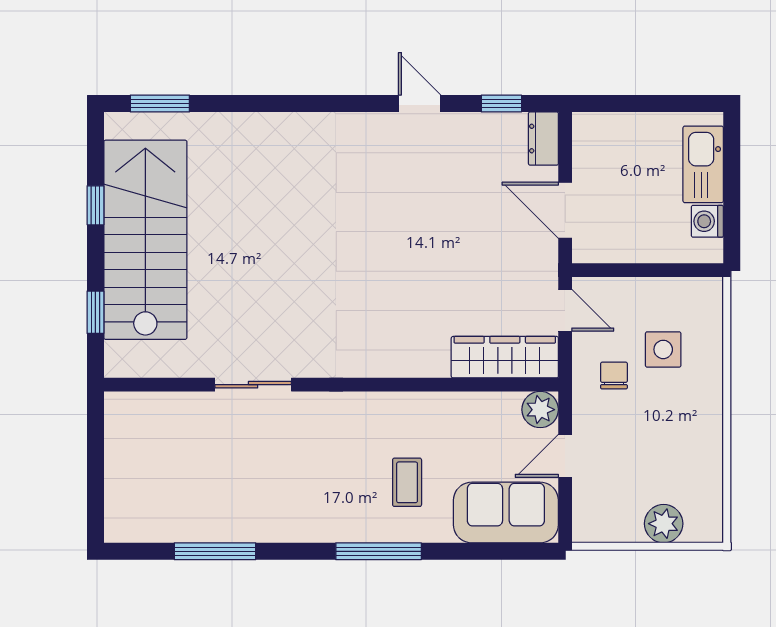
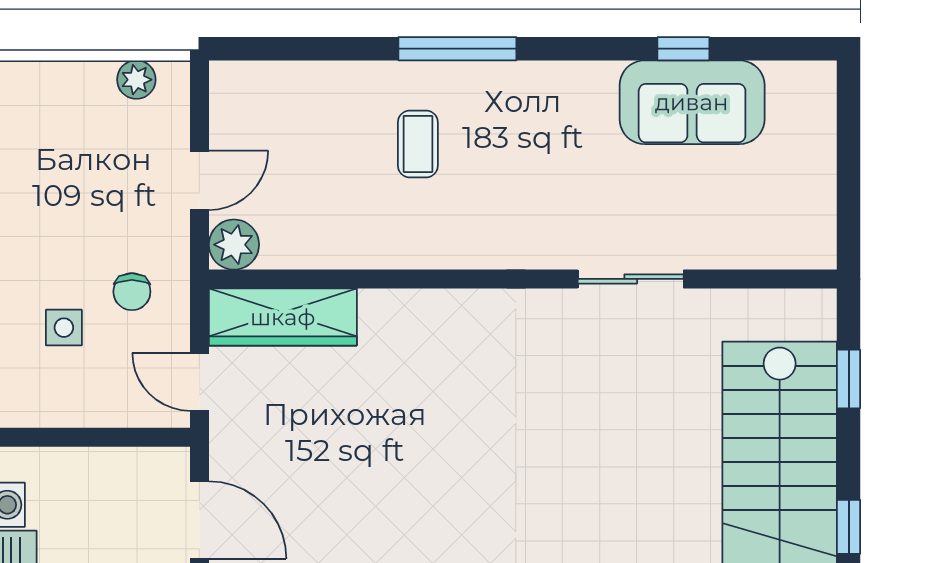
side table: (663, 349) -> (64, 328), width x0.73, depth x0.73
sofa: (506, 513) -> (692, 102), moved
plant: (664, 524) -> (136, 80), moved, width x0.73, depth x0.73
window: (215, 551) -> (683, 49), width x0.46

